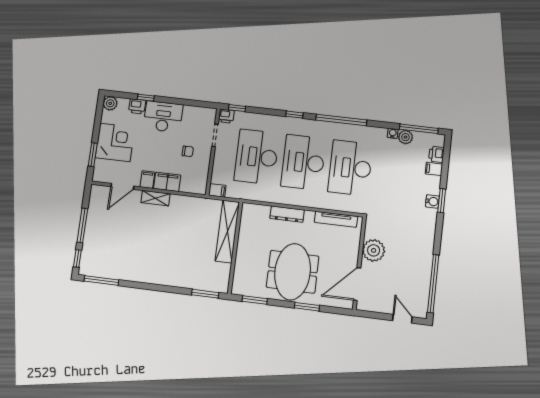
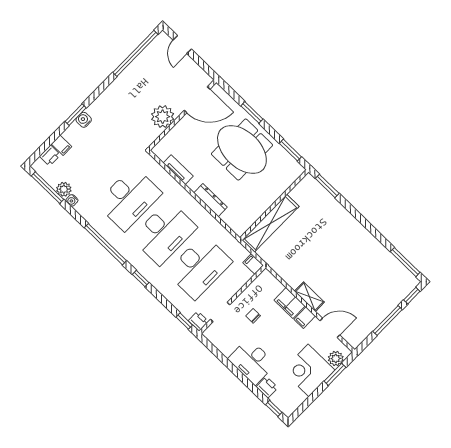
window: (146, 98) -> (274, 408), moved
plant: (110, 103) -> (336, 358), moved
tv unit: (336, 219) -> (178, 170), width x0.71
meeting table: (293, 272) -> (242, 150), turned 90

